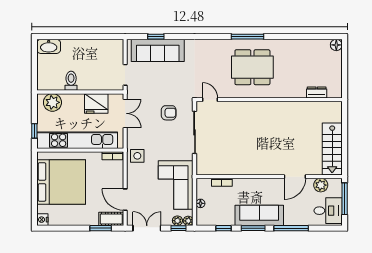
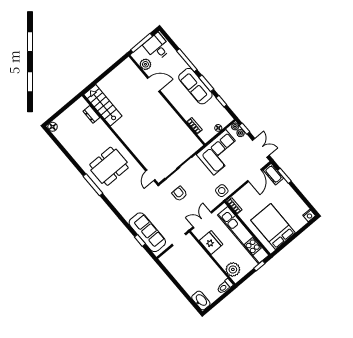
dining table: (252, 67) -> (109, 166), turned 90
toilet: (71, 81) -> (225, 286), moved
stairs: (332, 149) -> (103, 105), moved, turned -90
bed: (61, 182) -> (273, 226), width x0.73
double door: (147, 228) -> (261, 148), swing flipped

